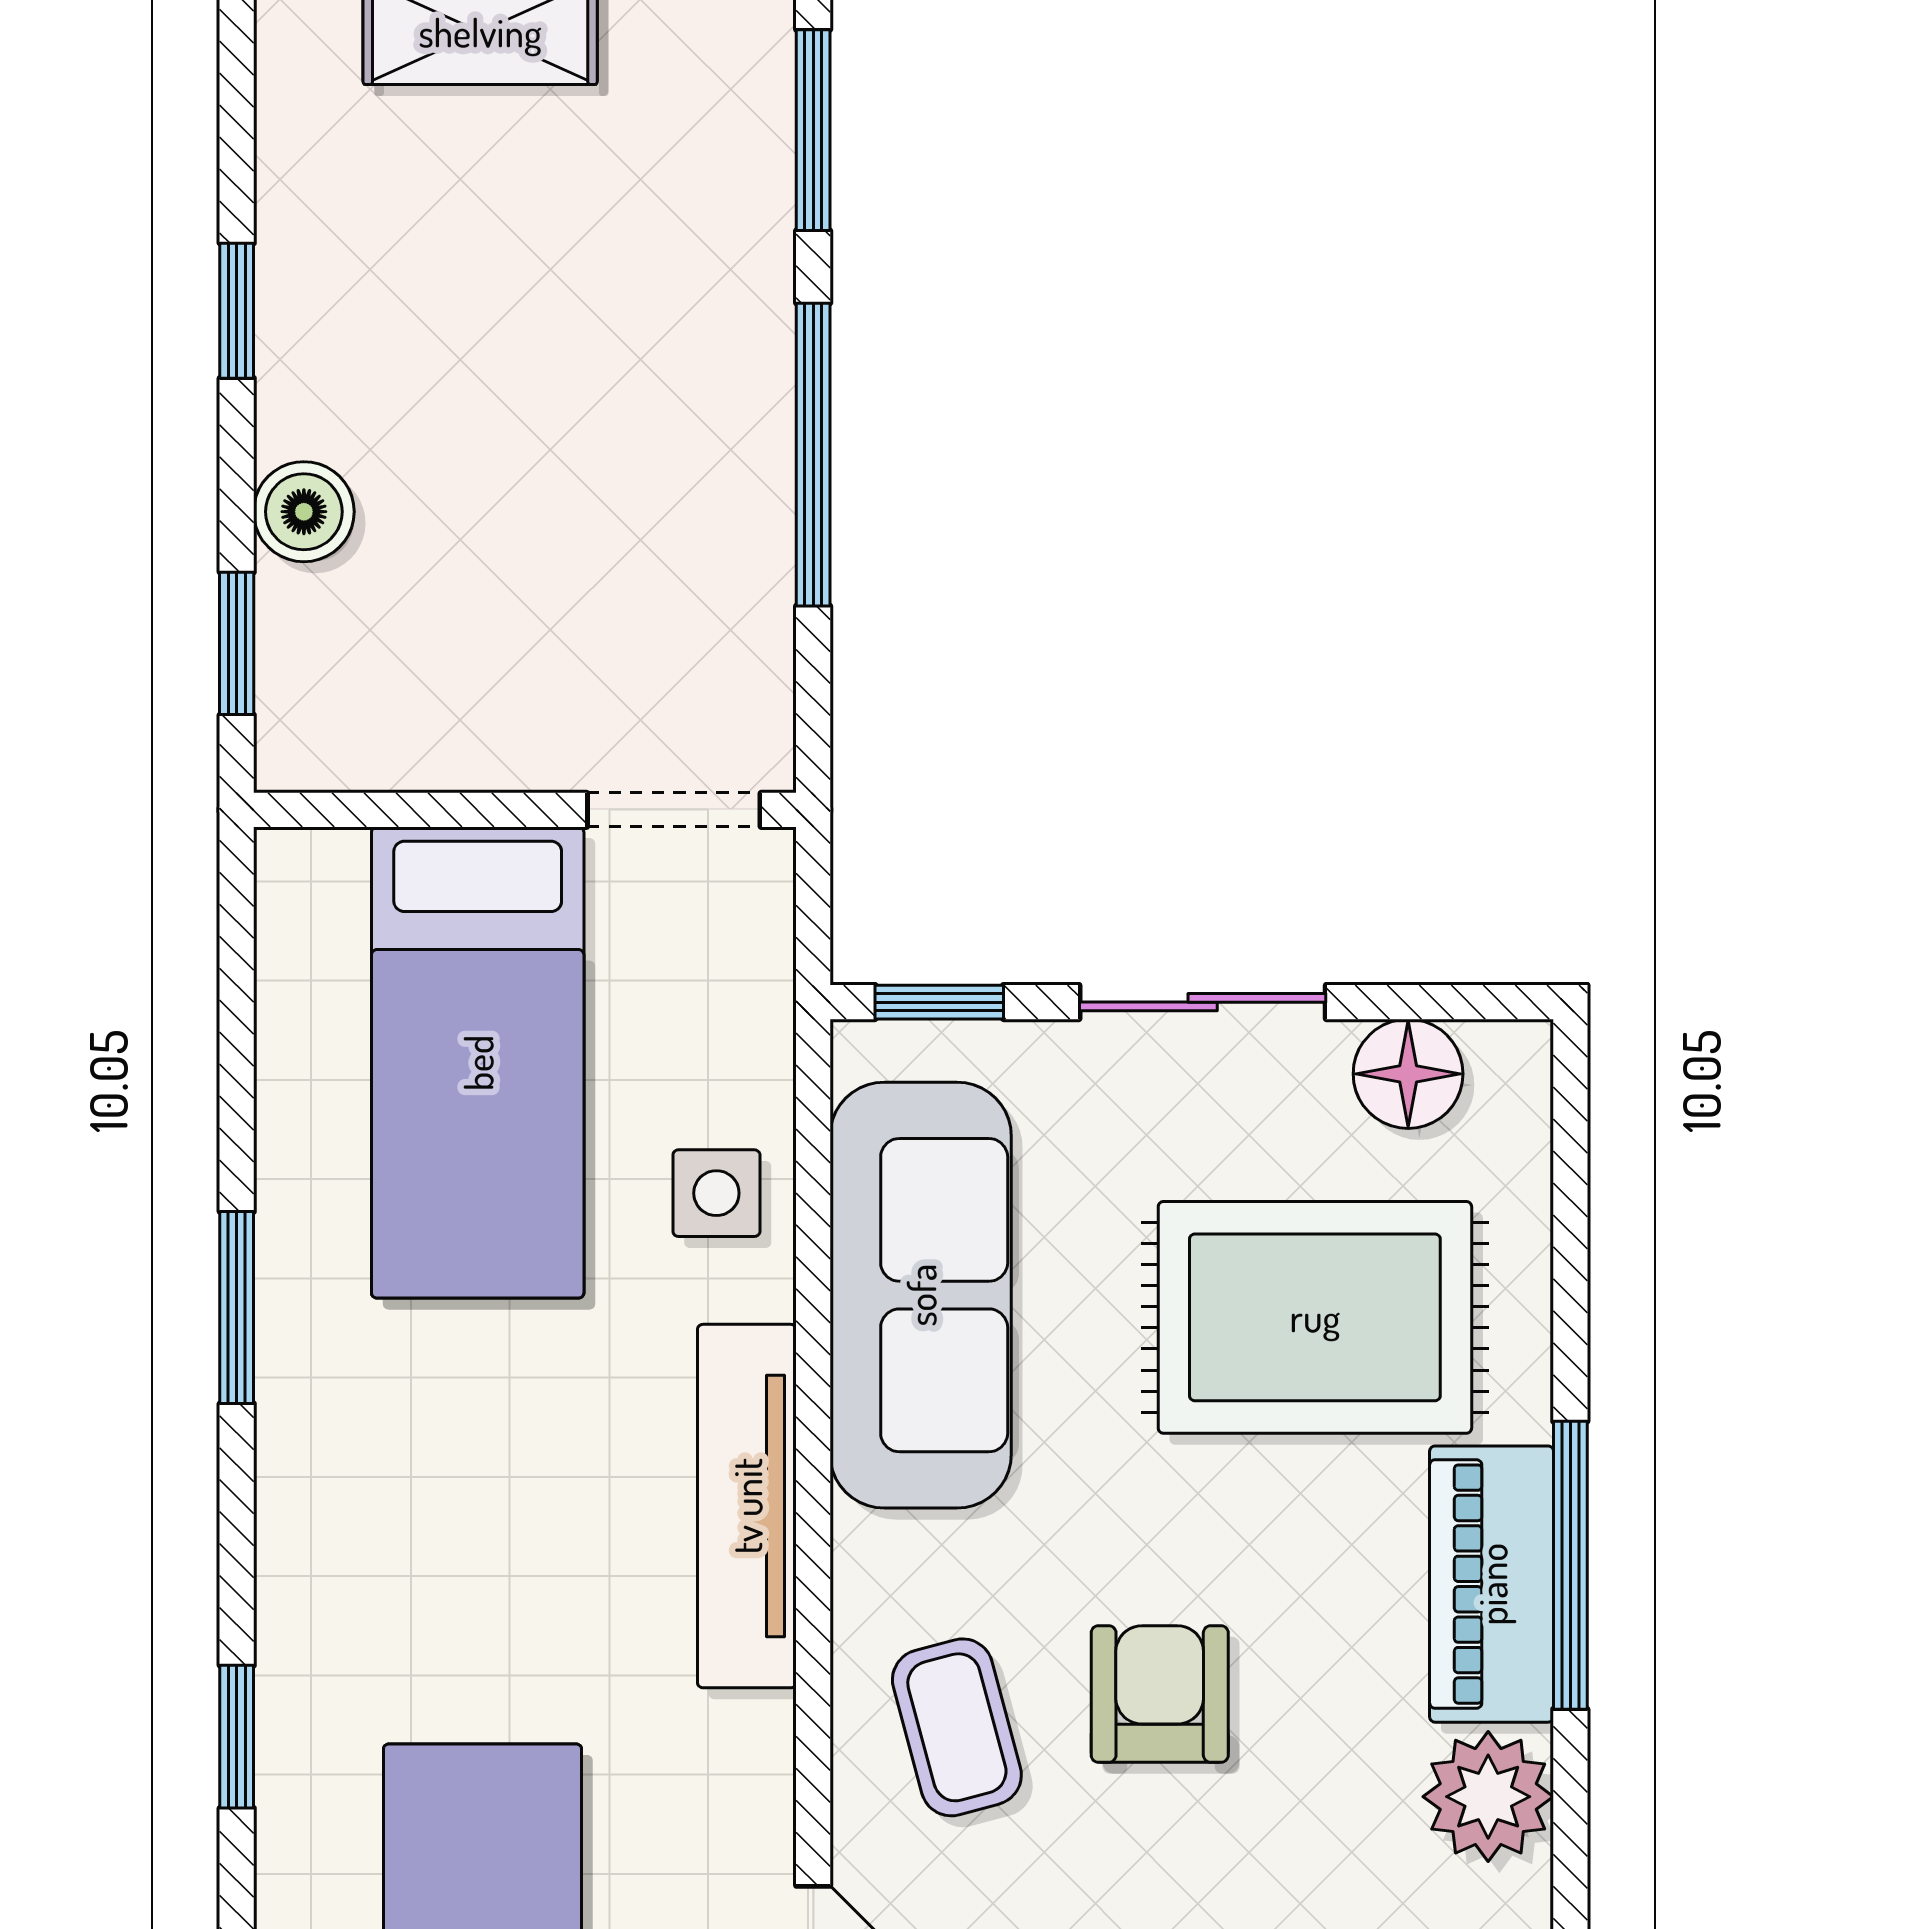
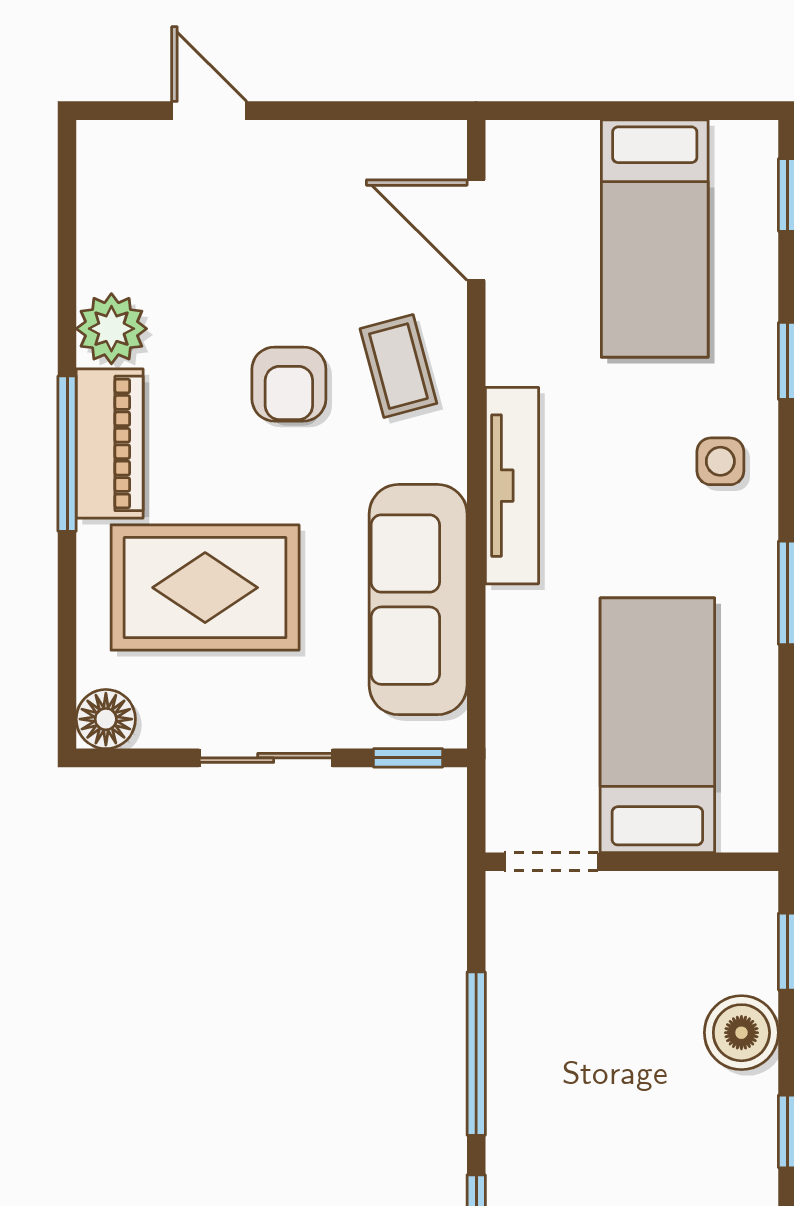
boiler: (304, 512) -> (741, 1033), width x1.36, depth x1.36
floor lamp: (1408, 1074) -> (106, 719), moved
side table: (716, 1193) -> (720, 461), moved

